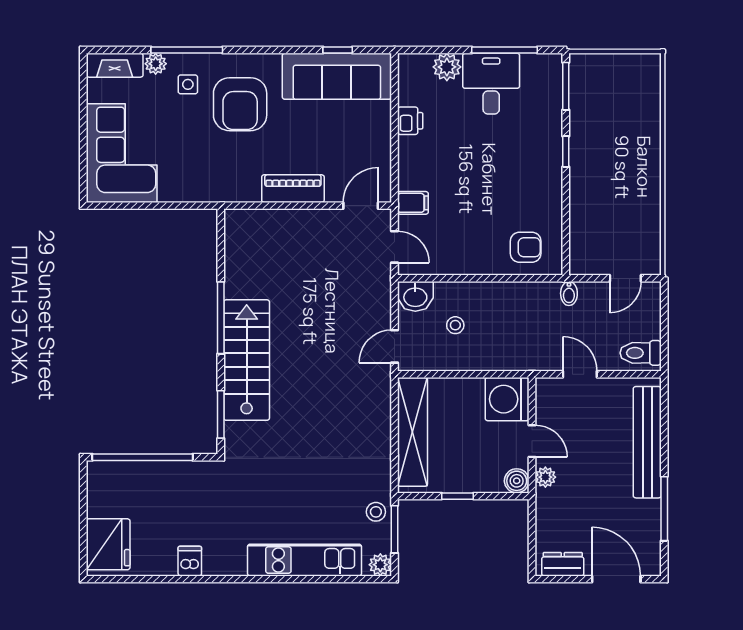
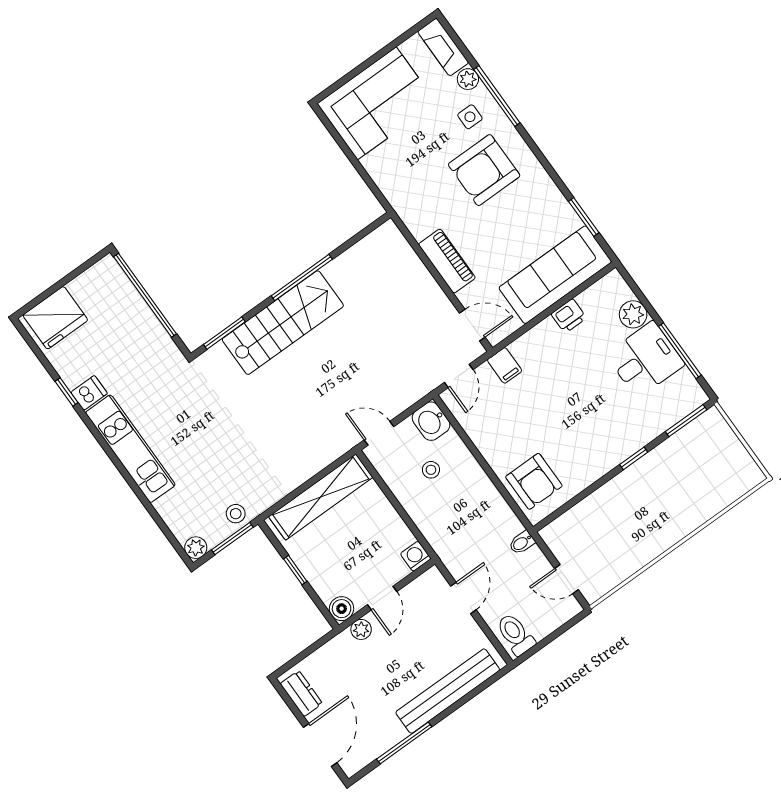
window: (338, 50) -> (584, 217), width x1.50
sofa: (337, 76) -> (555, 275), moved, turned 90
armchair: (526, 247) -> (534, 481), width x1.38, depth x1.38
washing machine: (507, 399) -> (416, 556), width x0.53, depth x0.53
kitchen unit: (305, 560) -> (130, 449), moved
window: (176, 579) -> (66, 392), added

